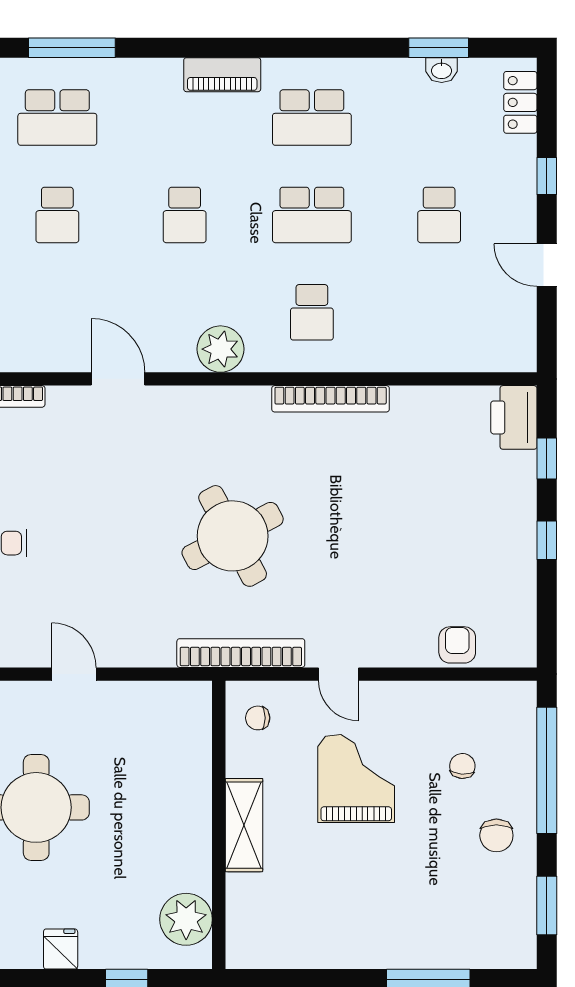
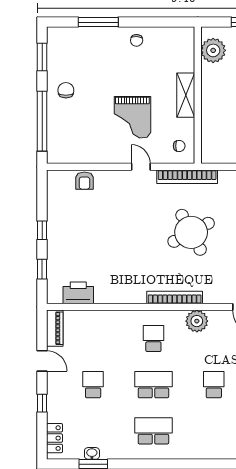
piano: (222, 75) -> (55, 328), moved, turned 90
bookcase: (331, 399) -> (175, 297), moved
printer: (514, 417) -> (78, 293), moved, turned -90
chair: (462, 766) -> (137, 40), moved

